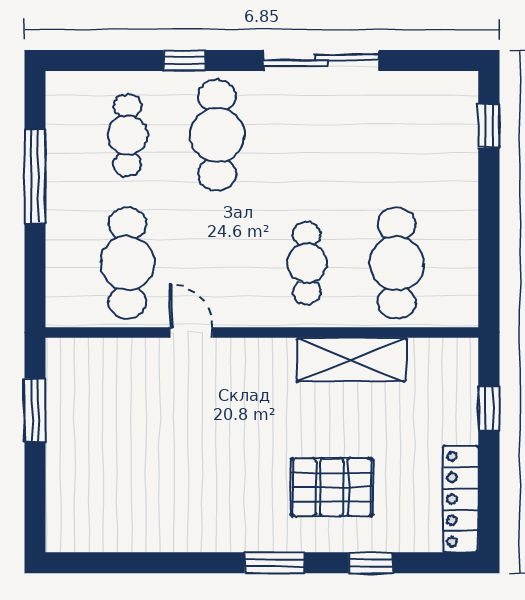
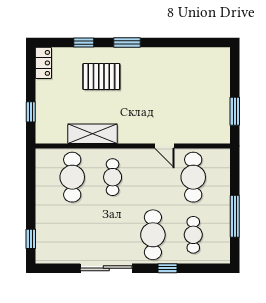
locker: (461, 499) -> (43, 63), width x0.66

